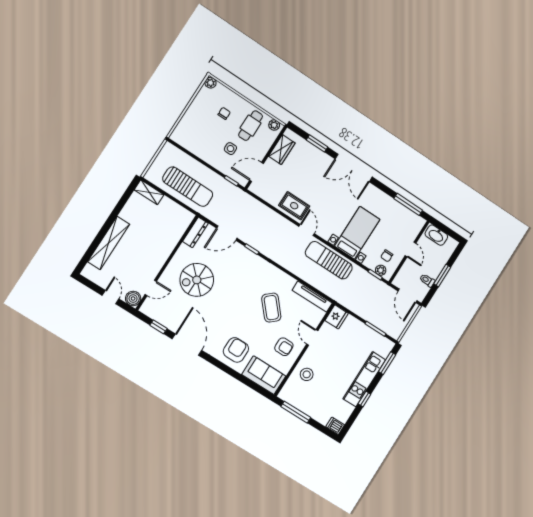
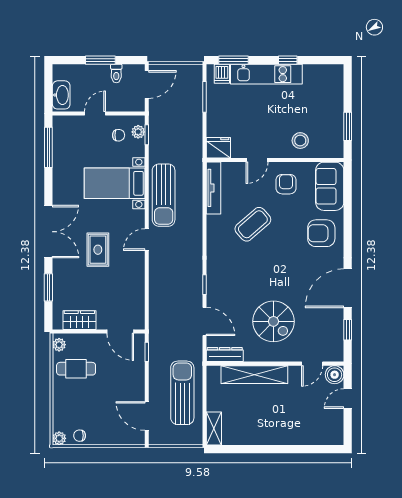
chair: (224, 113) -> (80, 436), moved
side table: (230, 149) -> (114, 374), removed
door: (187, 152) -> (147, 416), added
rug: (294, 206) -> (98, 250), moved
shelving: (109, 243) -> (254, 375), moved
door: (151, 288) -> (312, 364), swing flipped
window: (296, 412) -> (348, 126), width x0.69
dishwasher: (335, 426) -> (222, 74), moved

